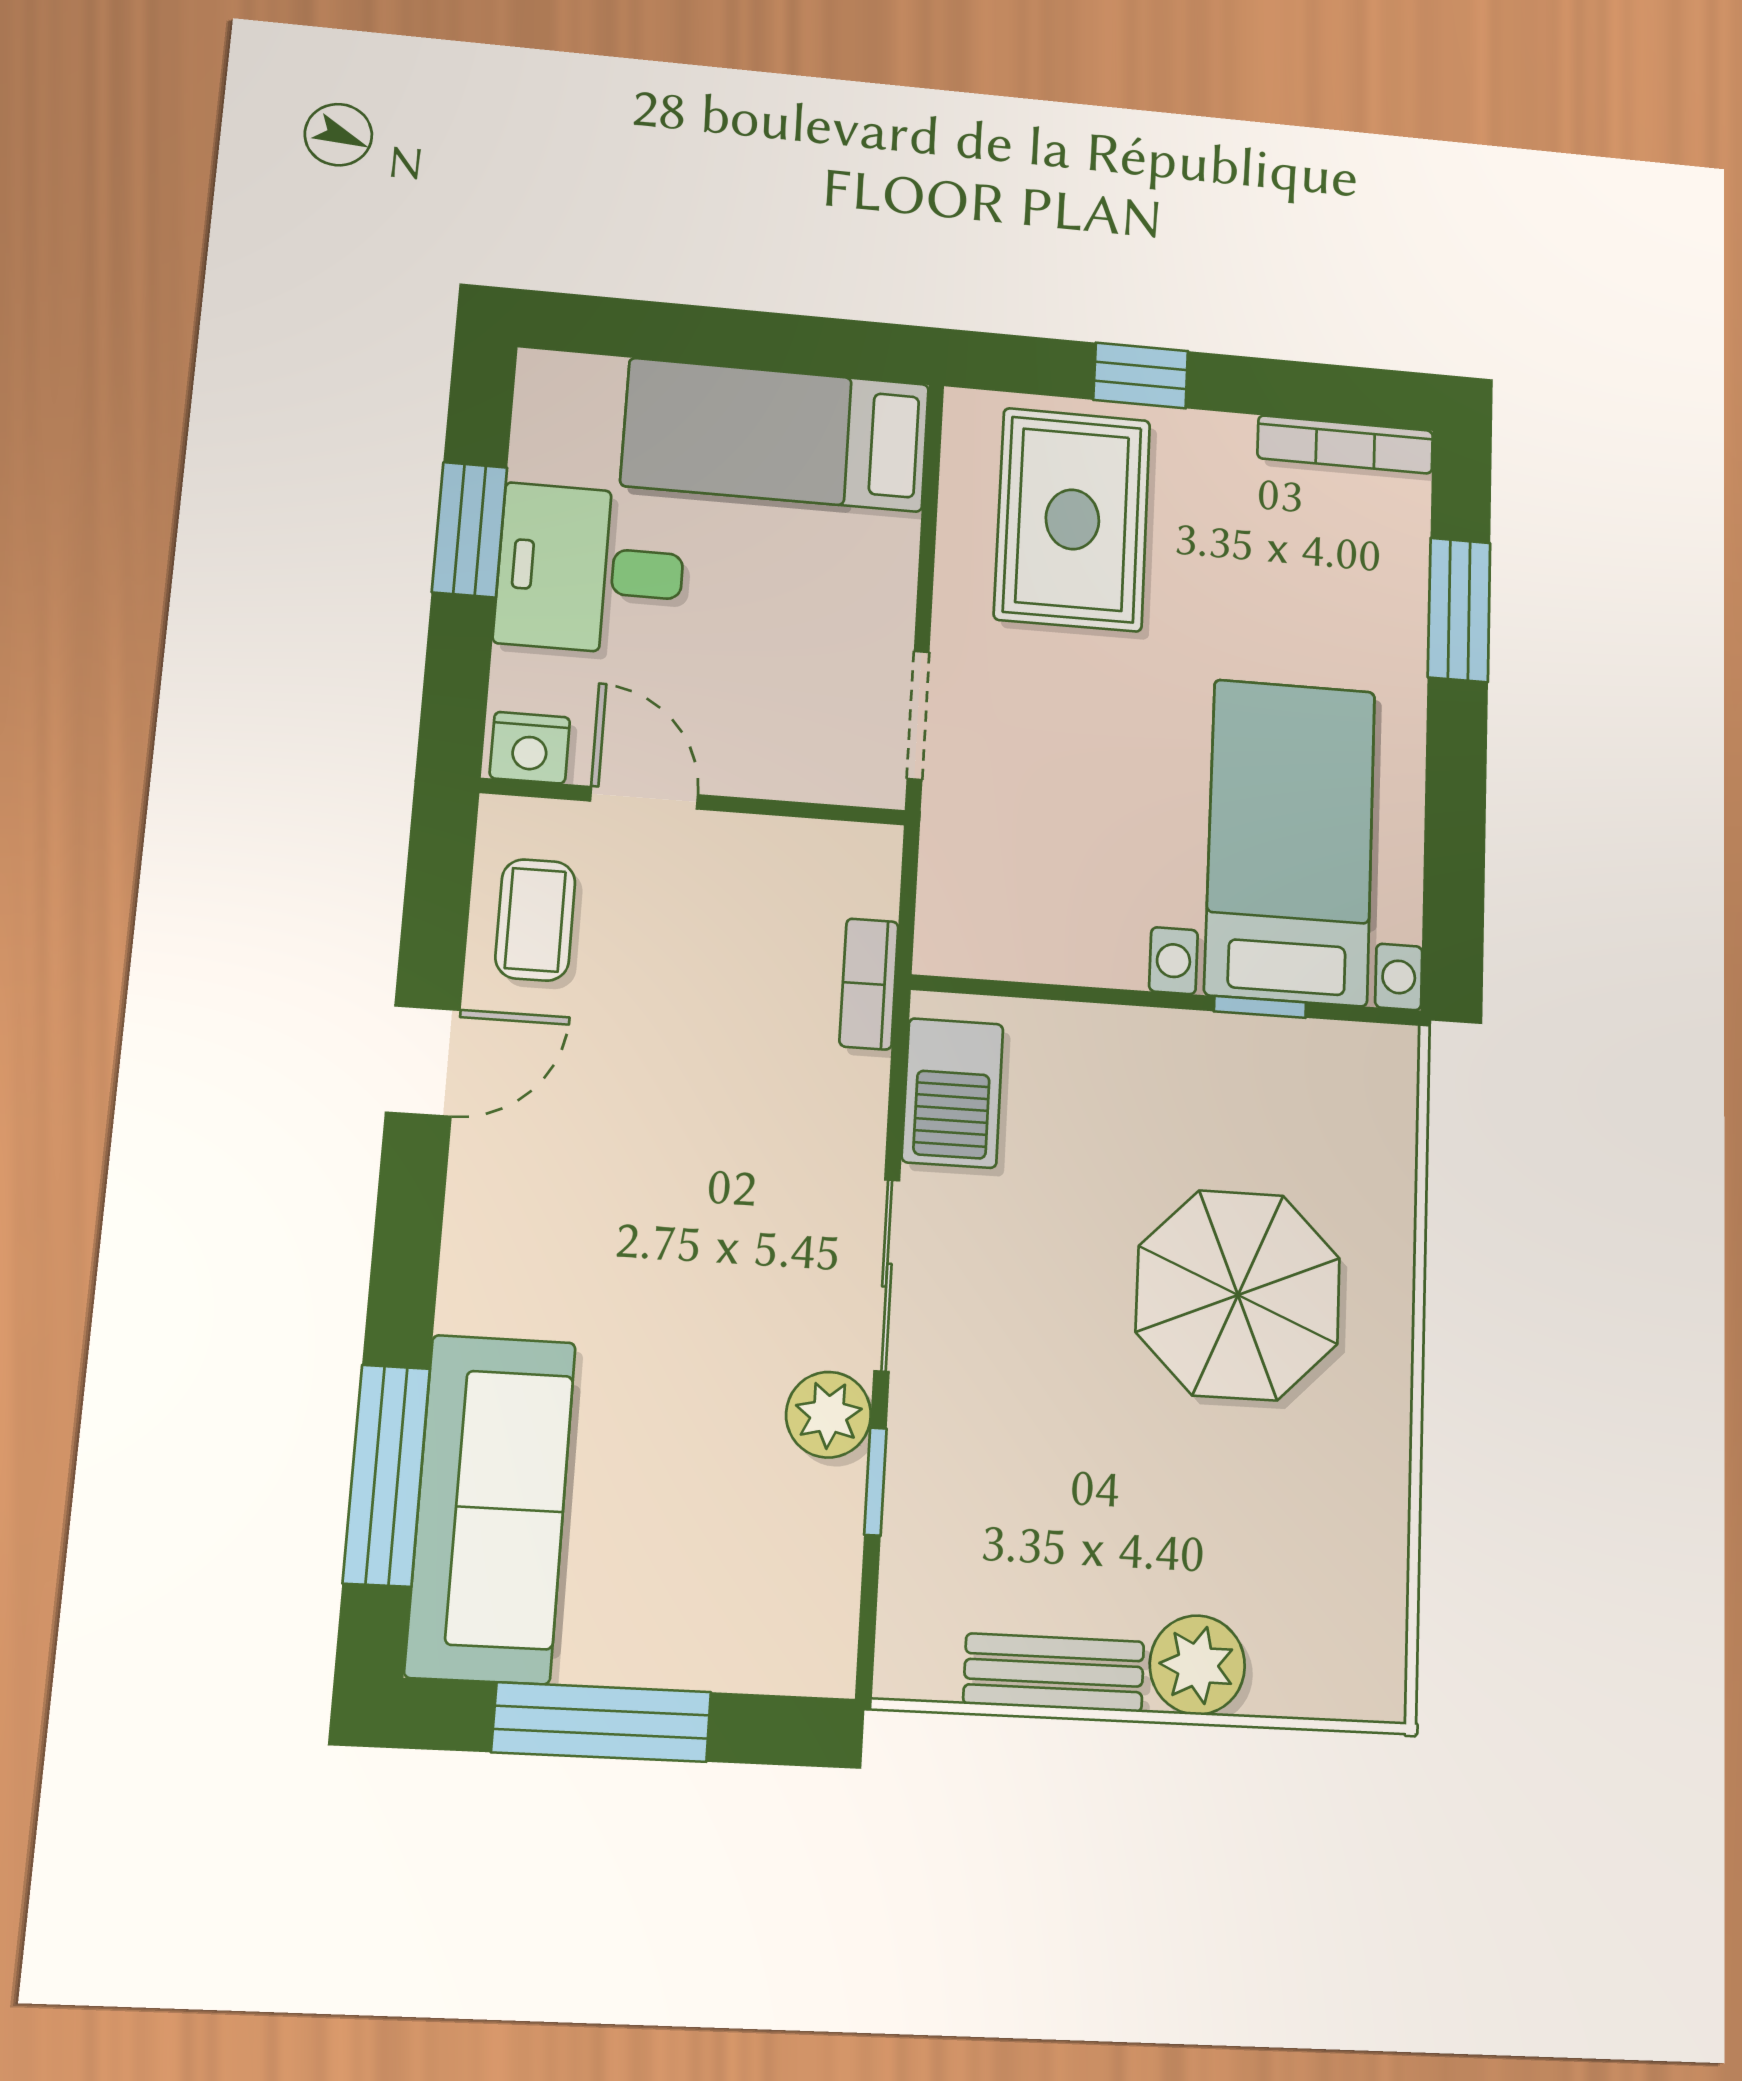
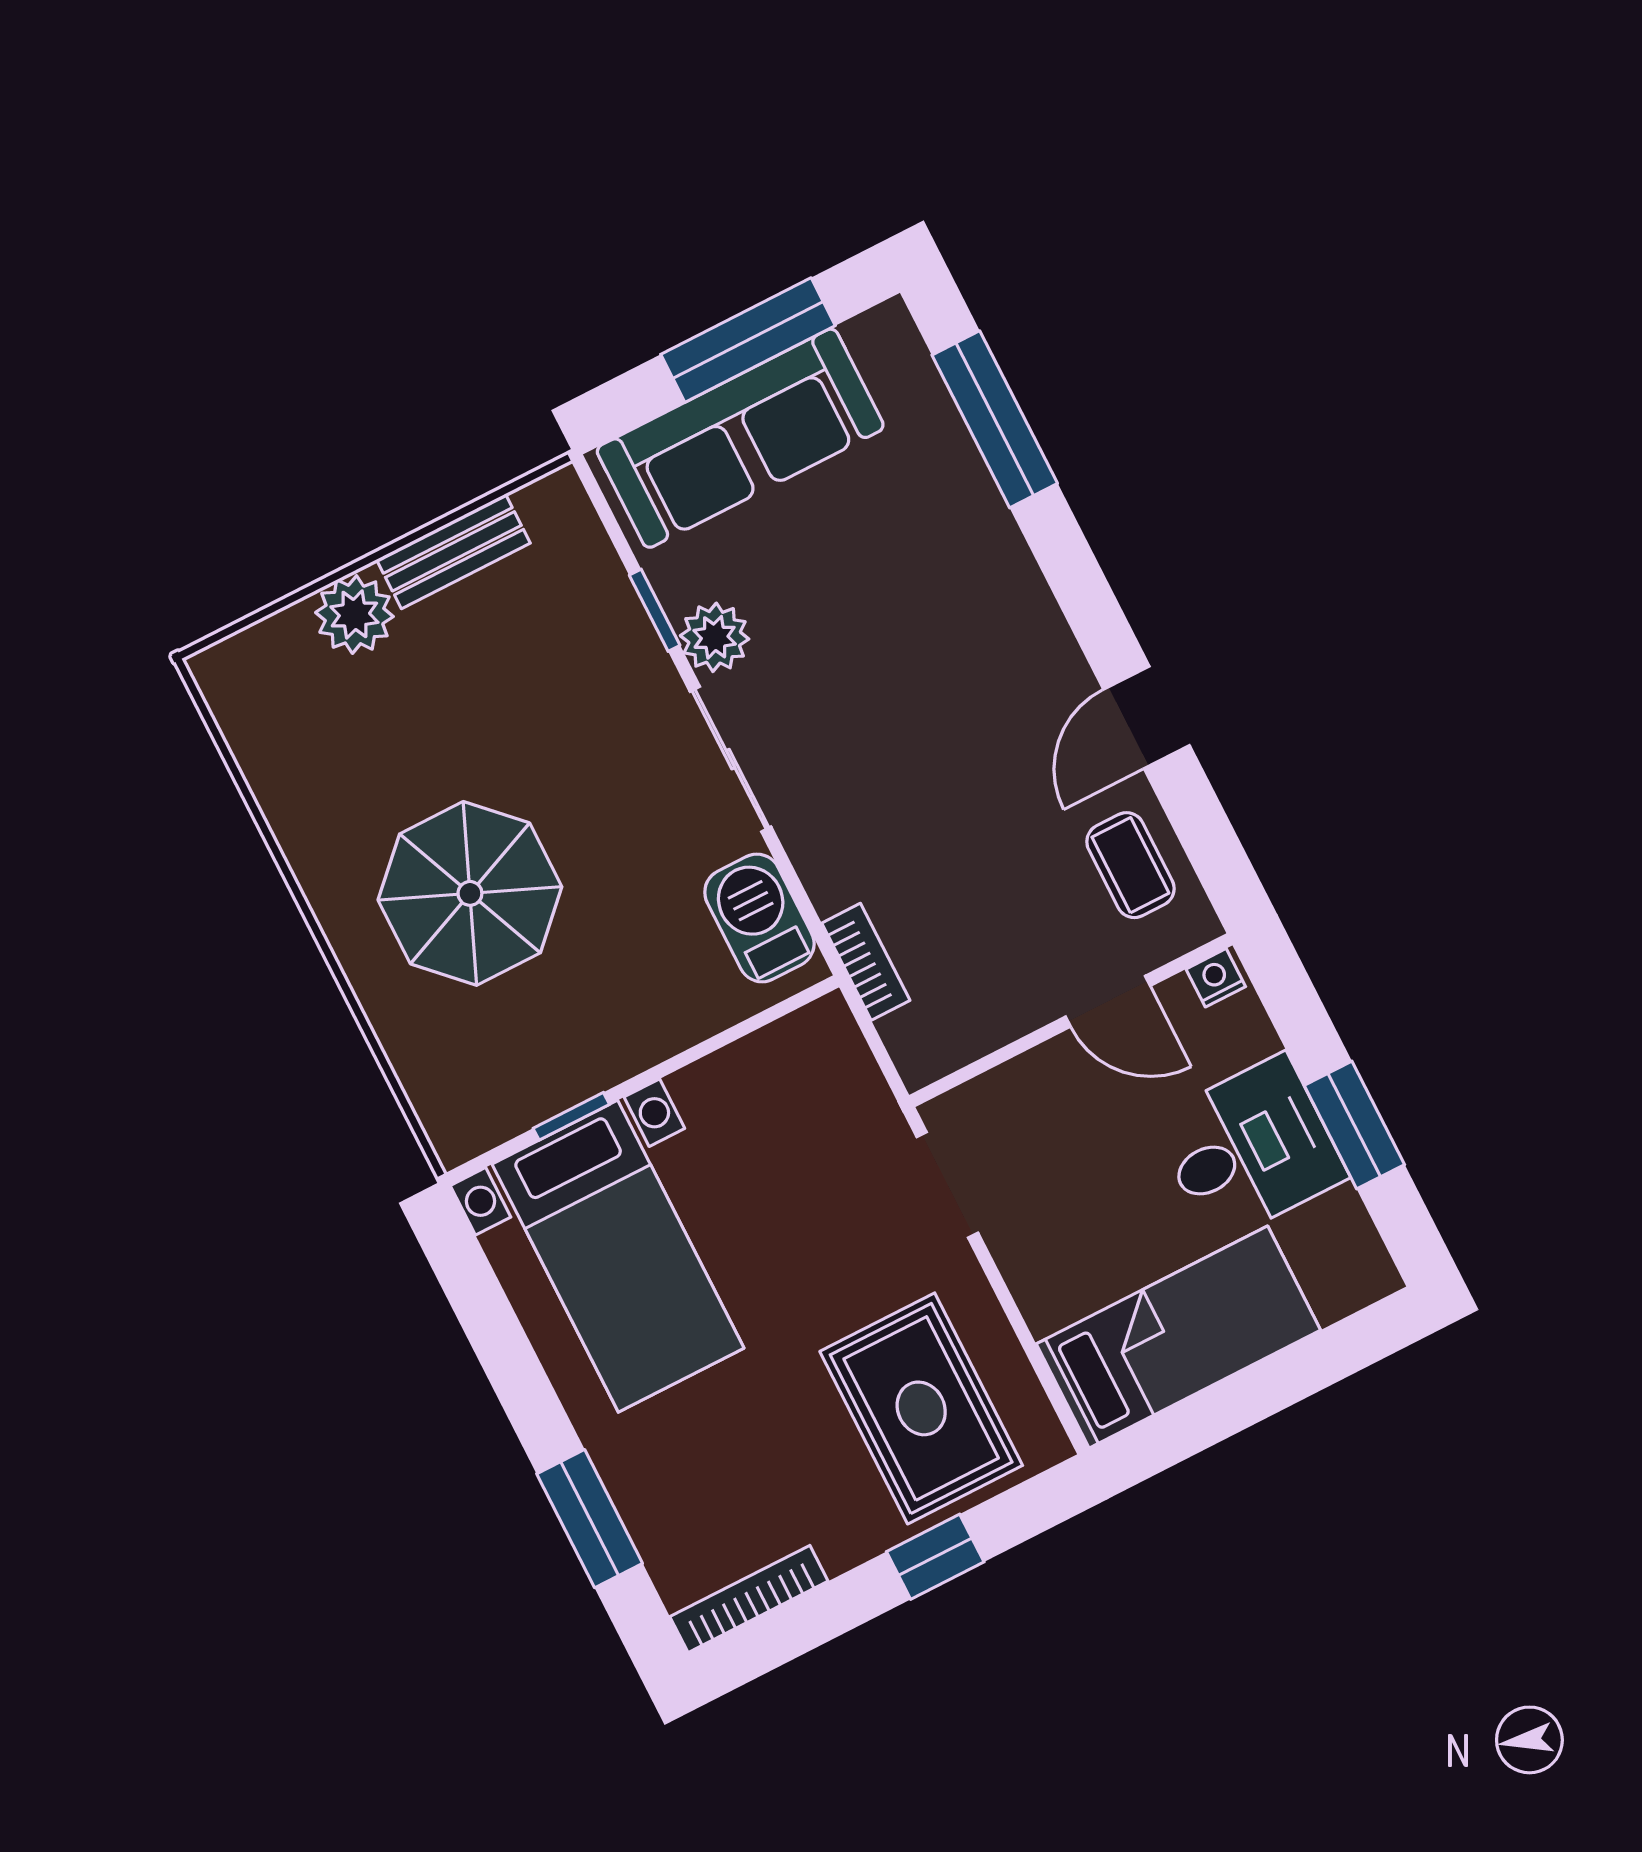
nightstand: (530, 748) -> (1216, 978), width x0.72, depth x0.74
sofa: (491, 1508) -> (740, 438), moved, turned -90

